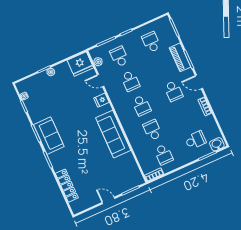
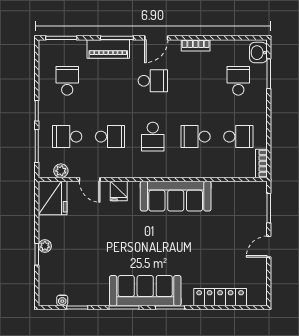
school desk: (151, 42) -> (67, 81), turned 90
door: (101, 80) -> (90, 179), hinge flipped
school desk: (141, 105) -> (153, 137), turned 90
sofa: (49, 136) -> (145, 291), width x1.36

